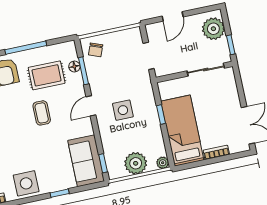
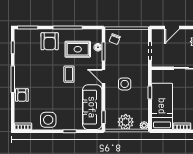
door: (91, 106) -> (103, 76), hinge flipped
sofa: (86, 161) -> (92, 107), width x1.36

